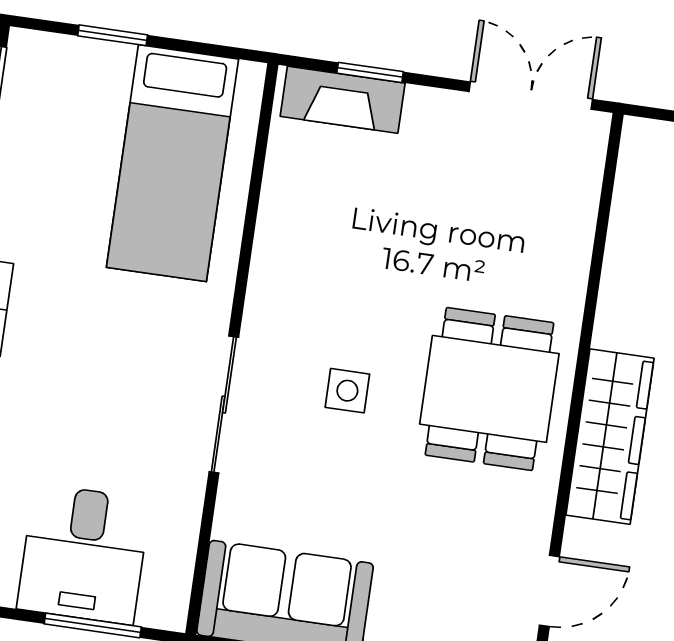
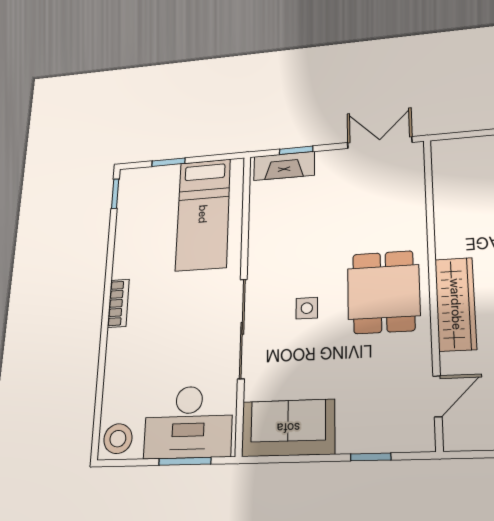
sliding door: (224, 405) -> (242, 328), width x1.37
desk: (84, 554) -> (188, 422), width x1.37

